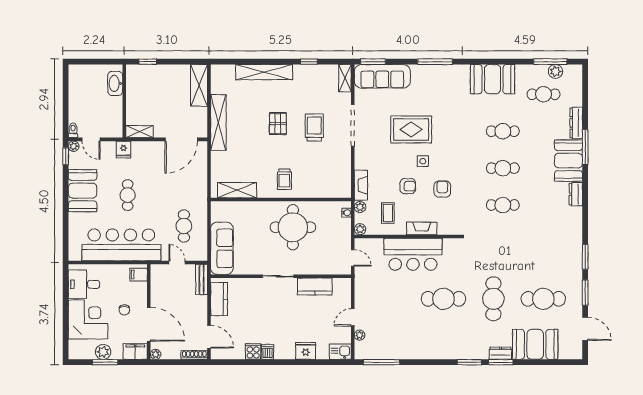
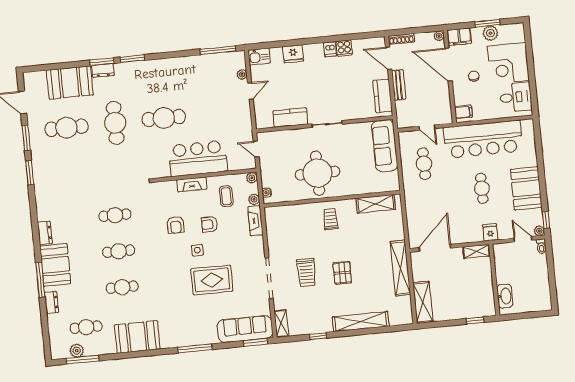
dresser: (576, 123) -> (51, 302), width x0.70
bench: (202, 279) -> (399, 85), moved

